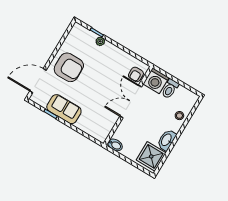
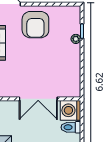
armchair: (136, 74) -> (65, 89), removed
double door: (131, 101) -> (38, 99), swing flipped

